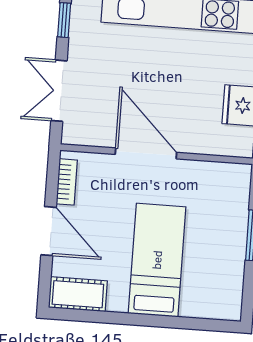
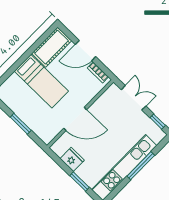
door: (146, 153) -> (75, 119), moved
cot: (78, 294) -> (52, 47), width x1.37, depth x1.34

